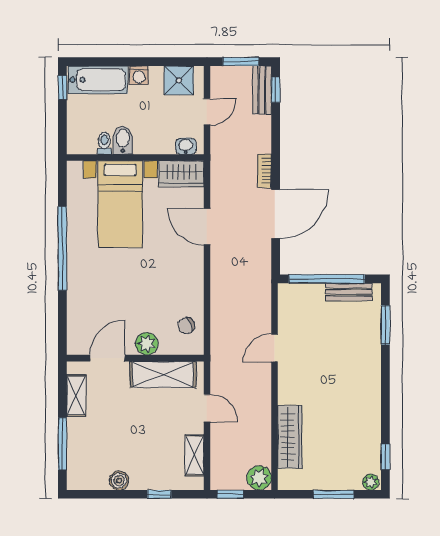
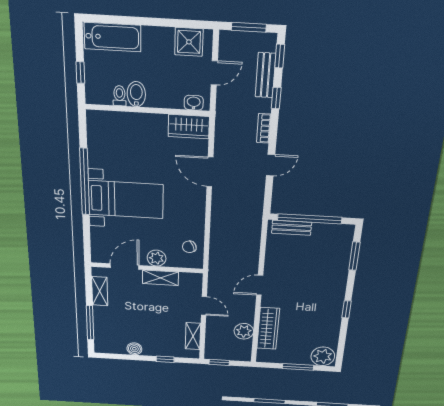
washing machine: (139, 75) -> (151, 35), removed
window: (62, 87) -> (80, 72), moved
bench: (262, 90) -> (265, 75), moved
window: (276, 136) -> (276, 98), added
bed with nightstands: (120, 204) -> (126, 200), moved, turned -90
door: (276, 214) -> (271, 165), width x0.53
bench: (349, 292) -> (292, 228), moved
door: (275, 348) -> (260, 285), moved
shelving: (163, 374) -> (160, 278), width x0.67, depth x0.75
window: (385, 457) -> (347, 309), moved
plant: (259, 478) -> (244, 331), moved
plant: (371, 482) -> (323, 356), width x1.87, depth x1.87

